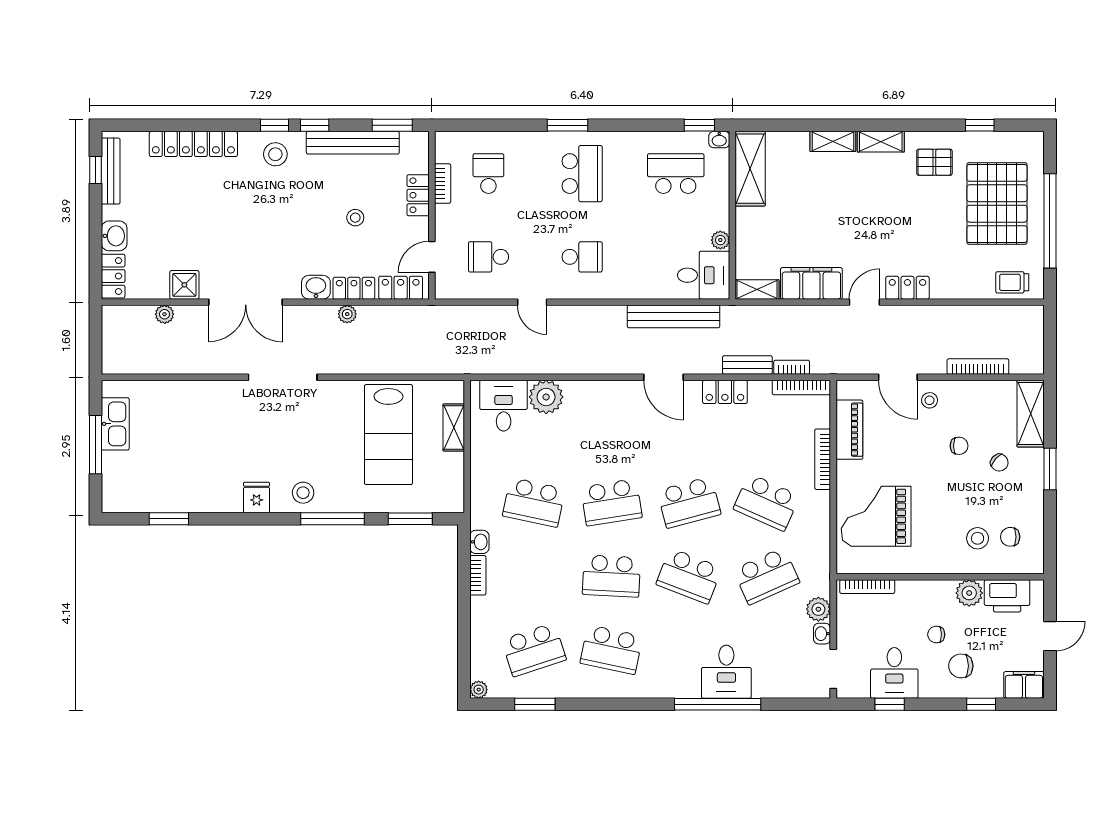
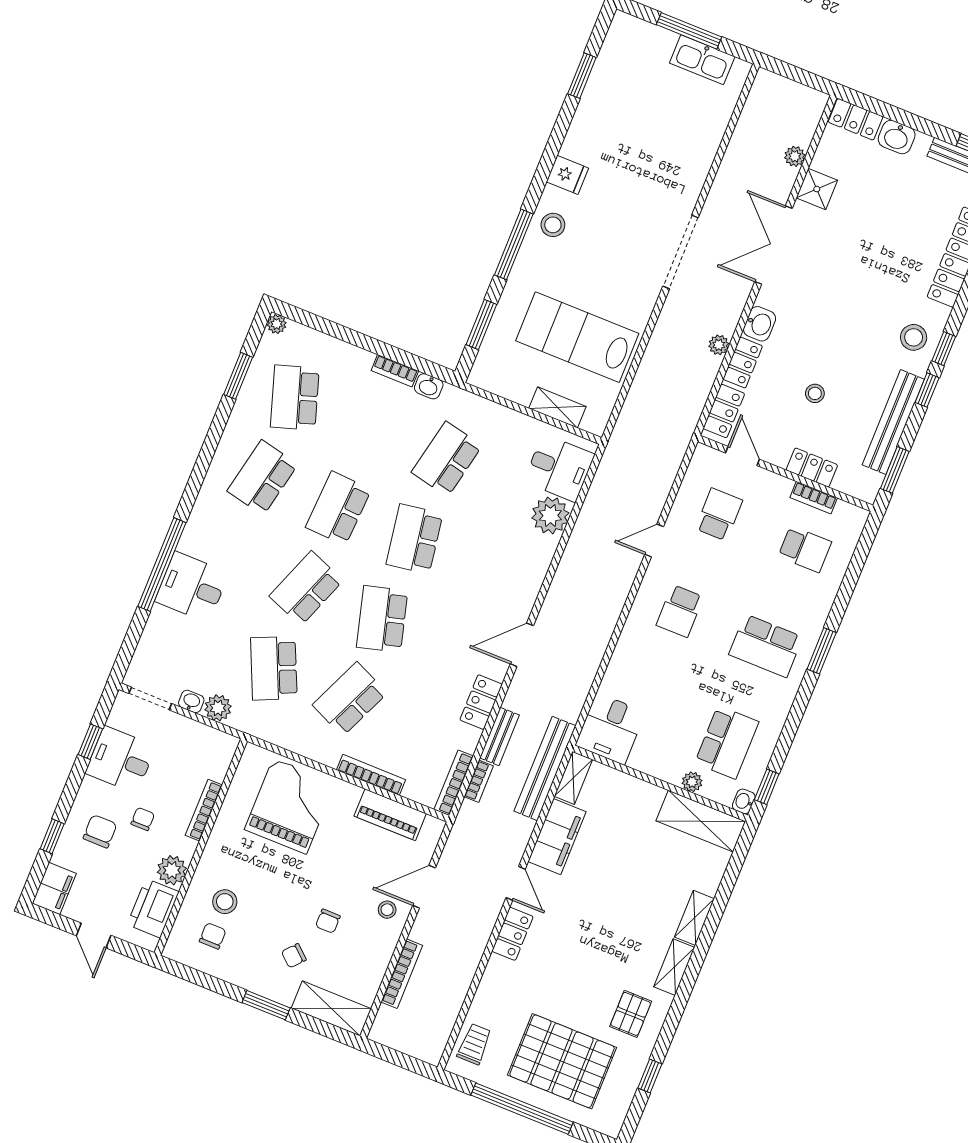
plant: (720, 240) -> (692, 782), moved
bench: (674, 316) -> (545, 768), moved
bookcase: (867, 587) -> (204, 810), moved

